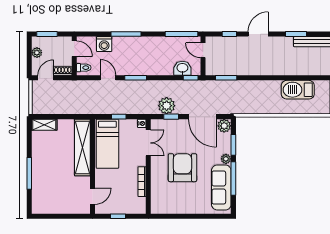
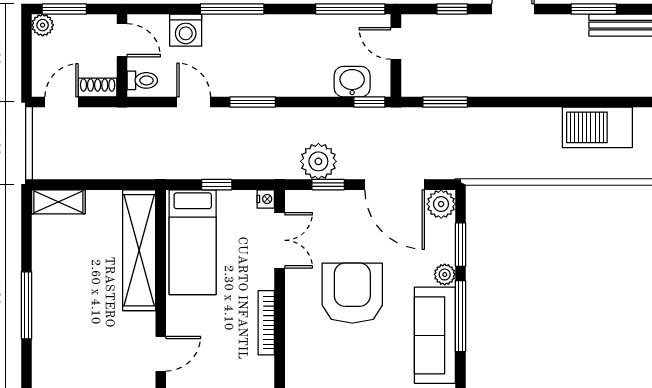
plant: (37, 53) -> (43, 25), moved

